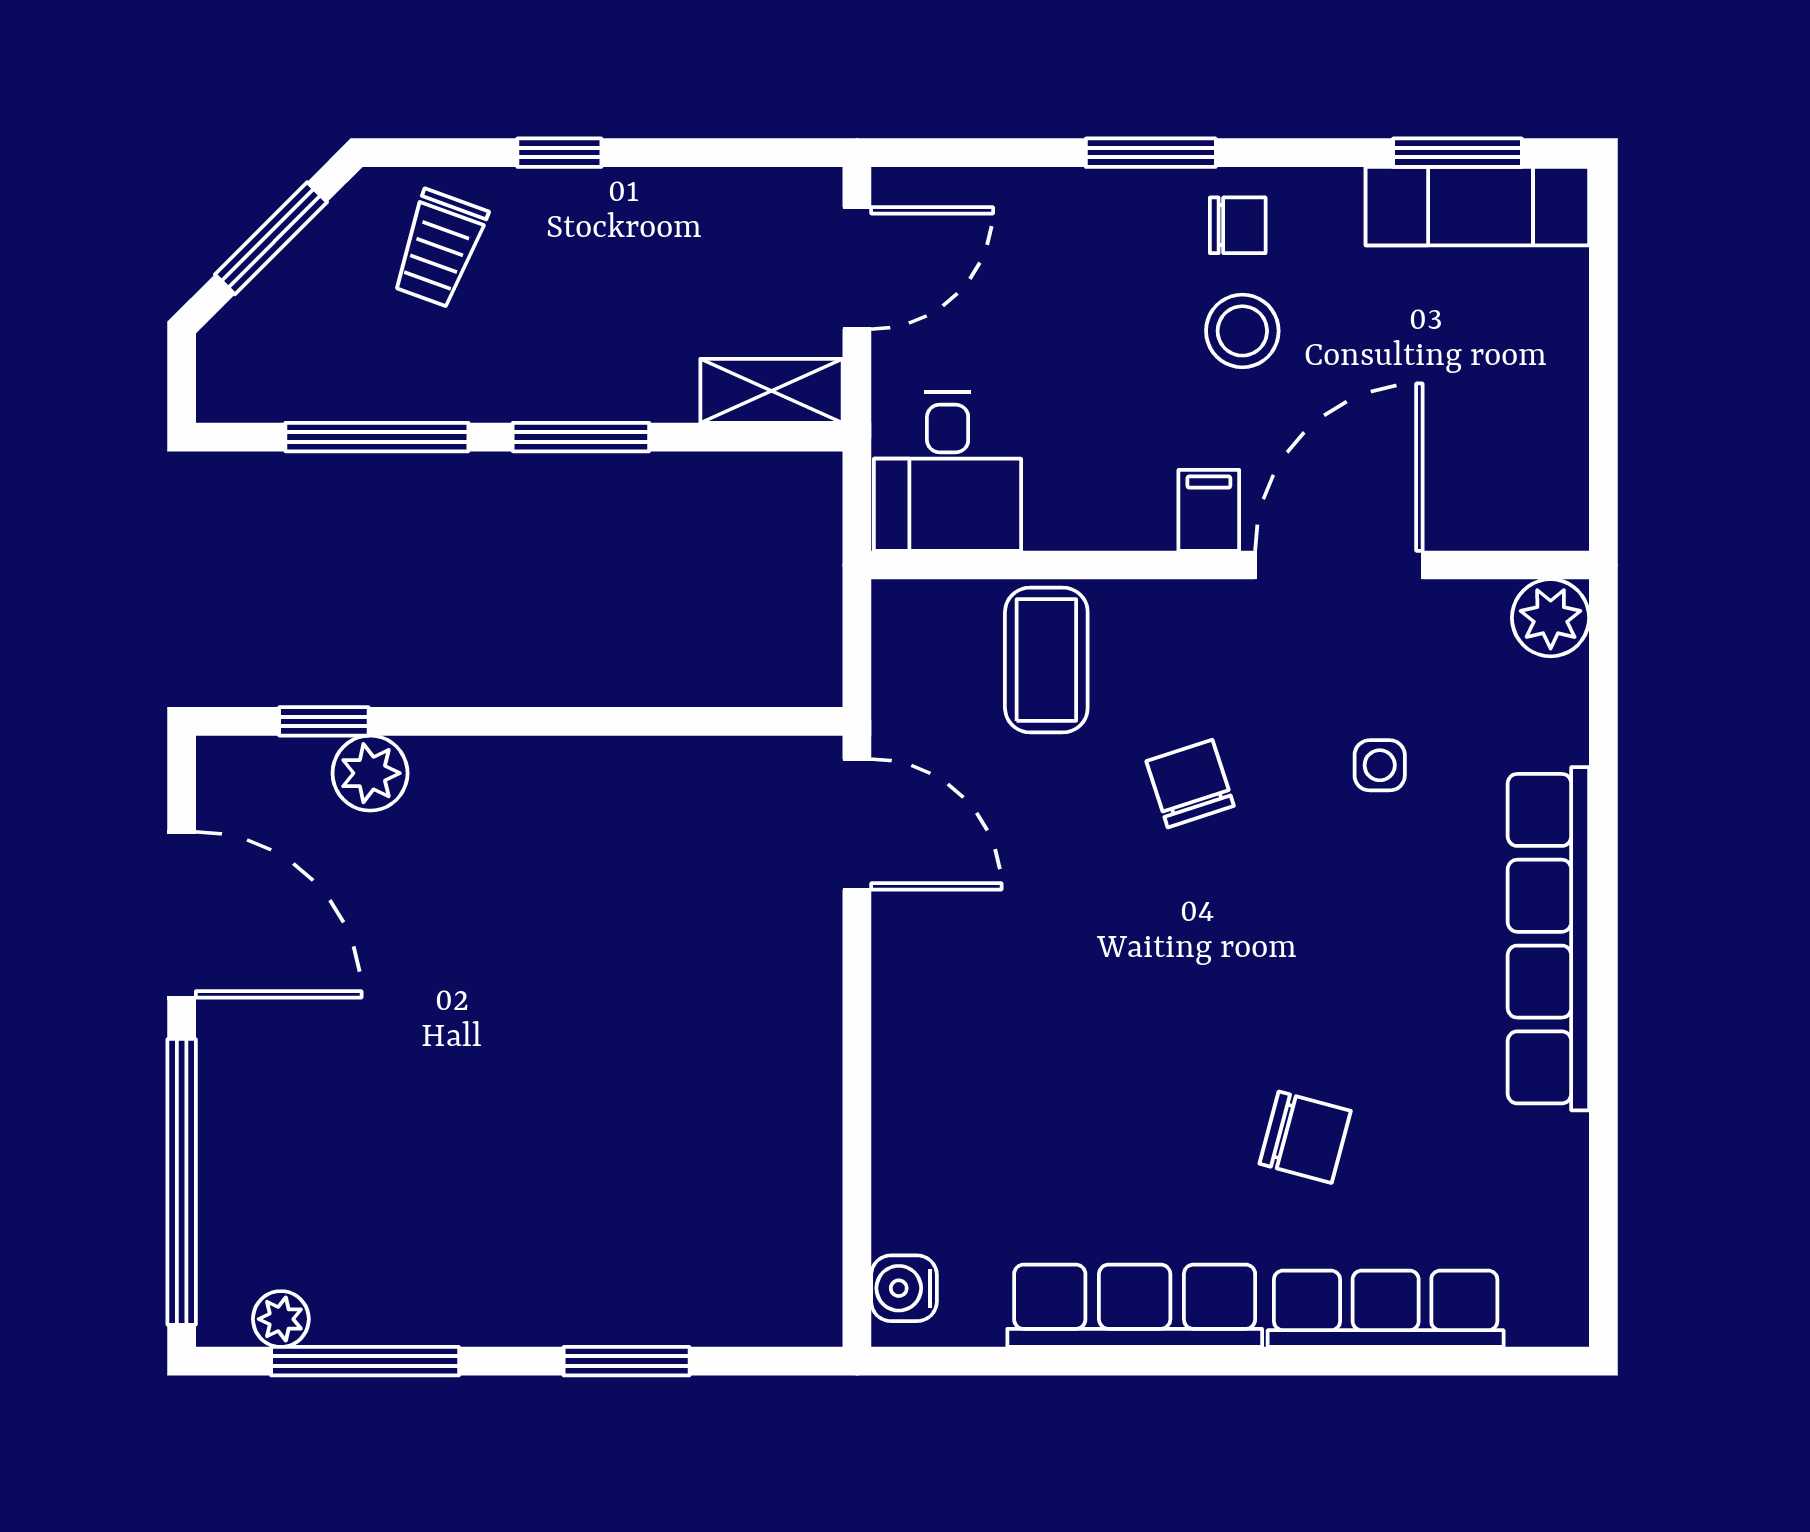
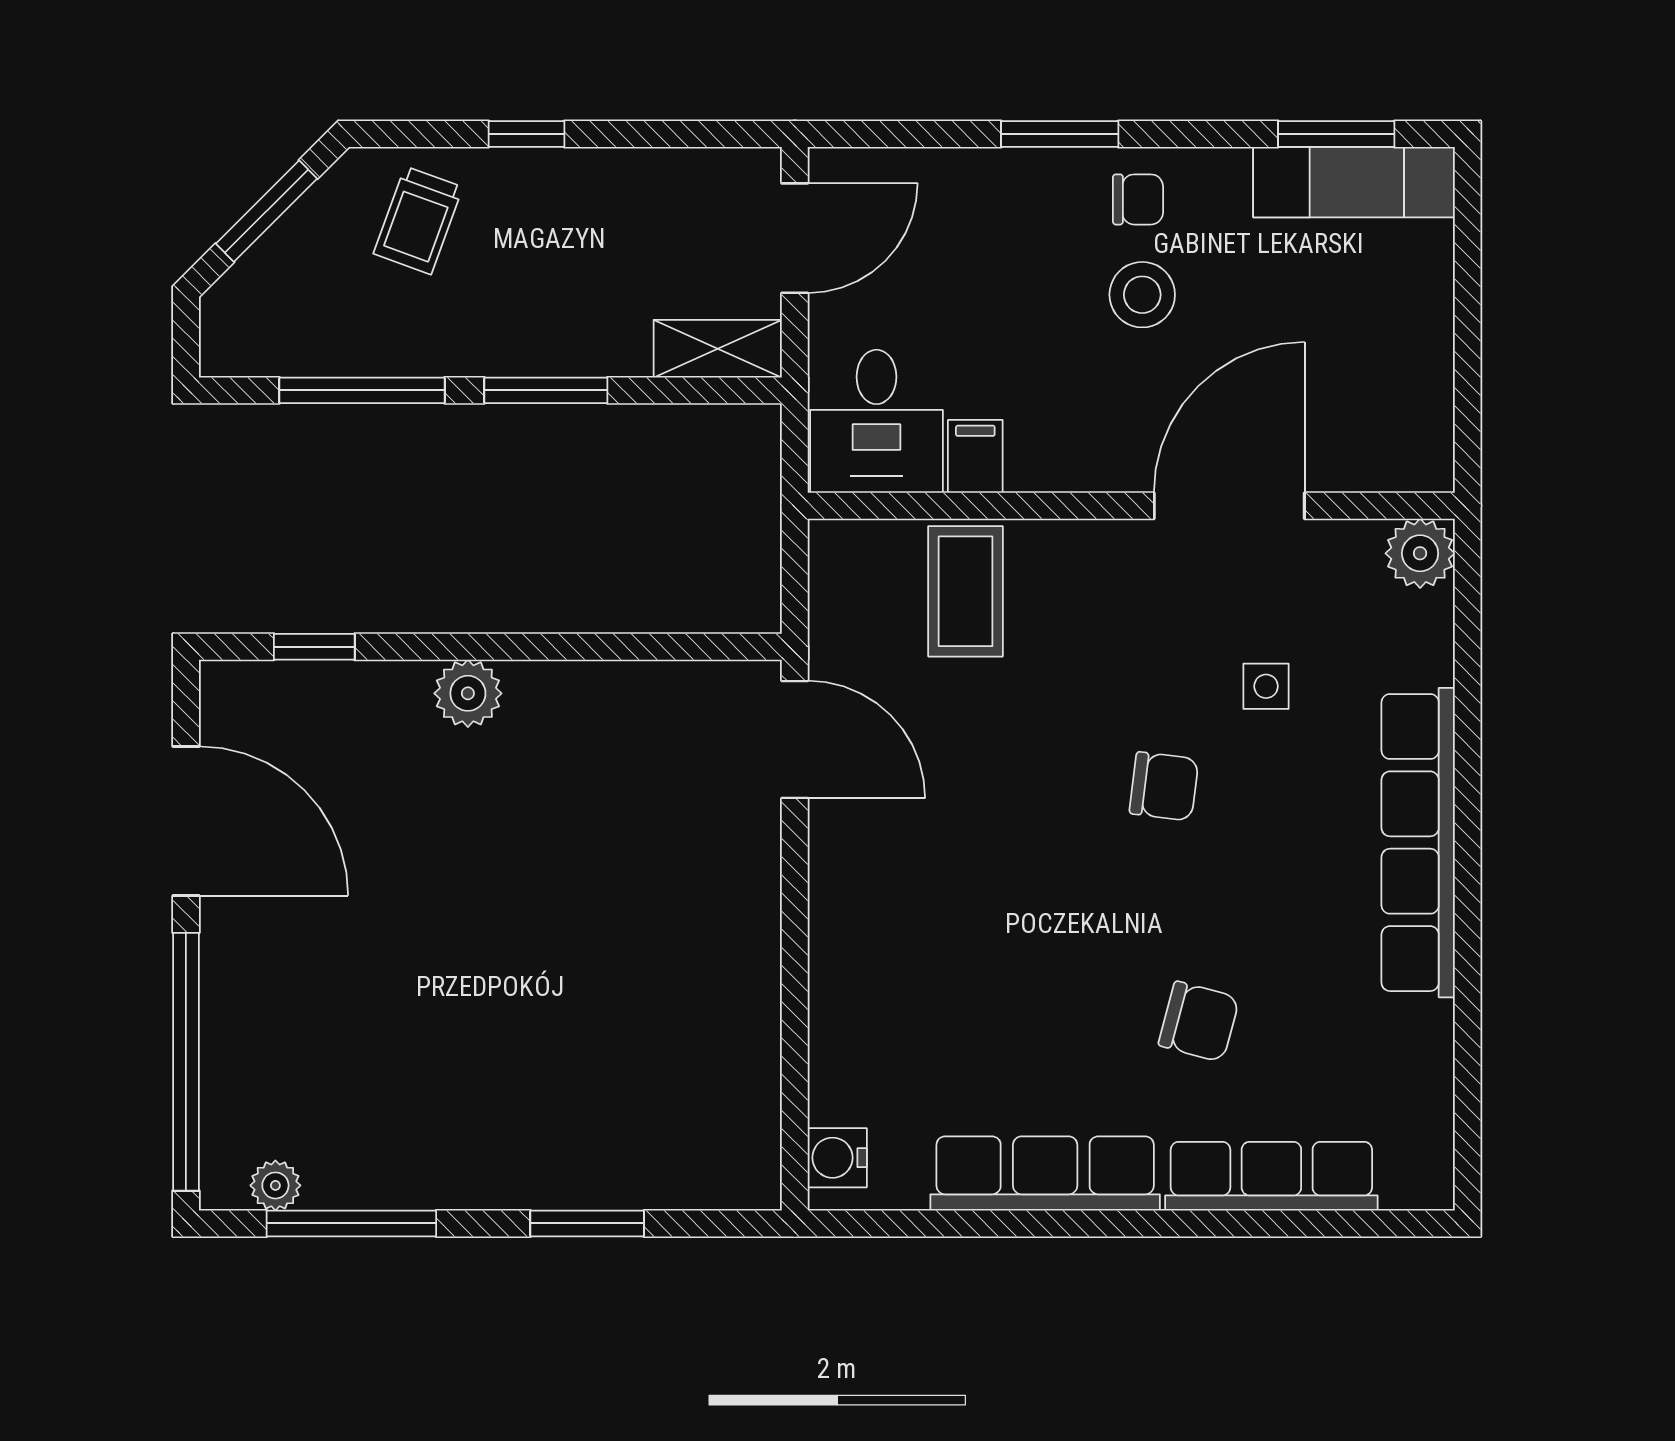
filing cabinet: (1209, 510) -> (975, 456), moved
plant: (370, 773) -> (468, 693), moved
chair: (1190, 784) -> (1164, 786), moved, turned 115

